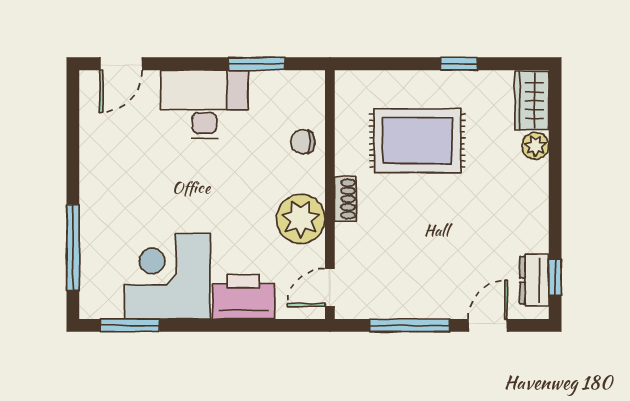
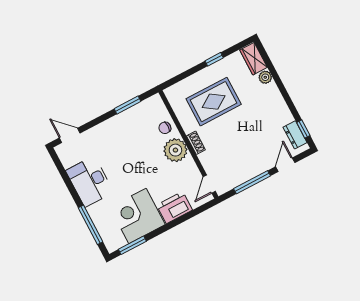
door: (121, 64) -> (70, 135), swing flipped
desk: (204, 104) -> (90, 181), moved, turned -90
plant: (301, 219) -> (175, 150), moved

